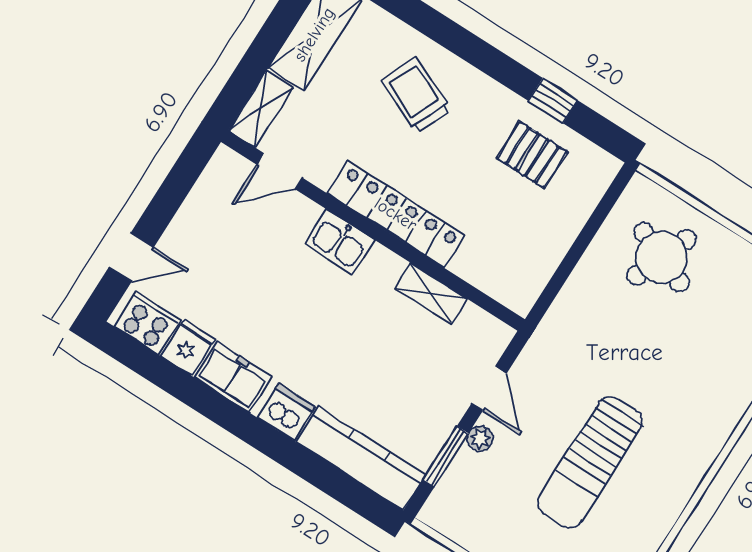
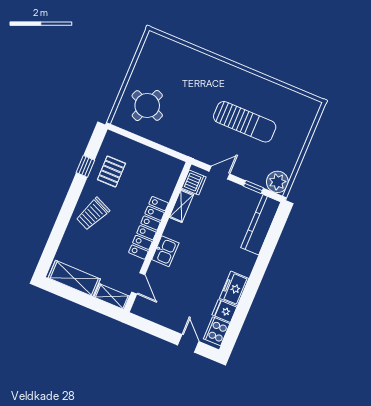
trolley: (417, 95) -> (93, 214), moved
dishwasher: (286, 412) -> (194, 182), moved, turned 180
plant: (480, 439) -> (277, 182), moved, width x1.88, depth x1.88
window: (446, 457) -> (253, 187), width x0.67

